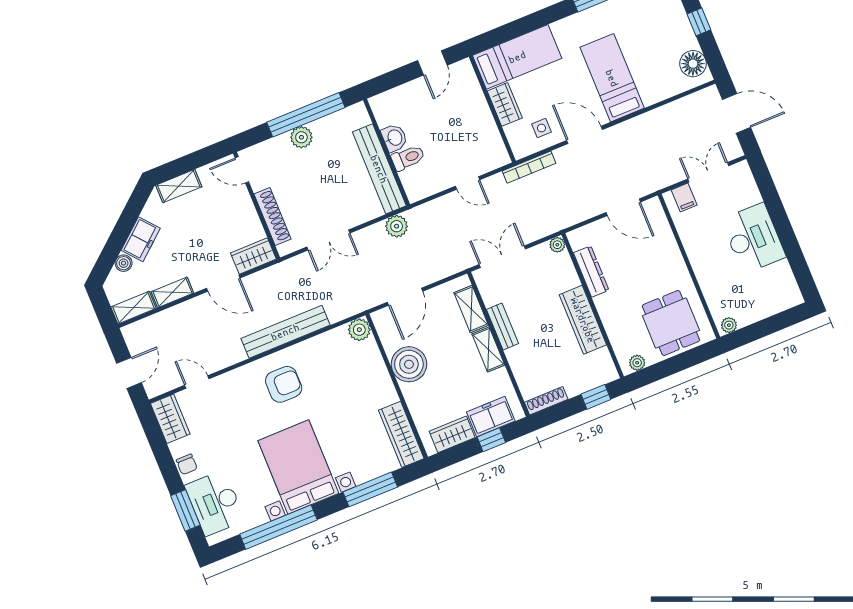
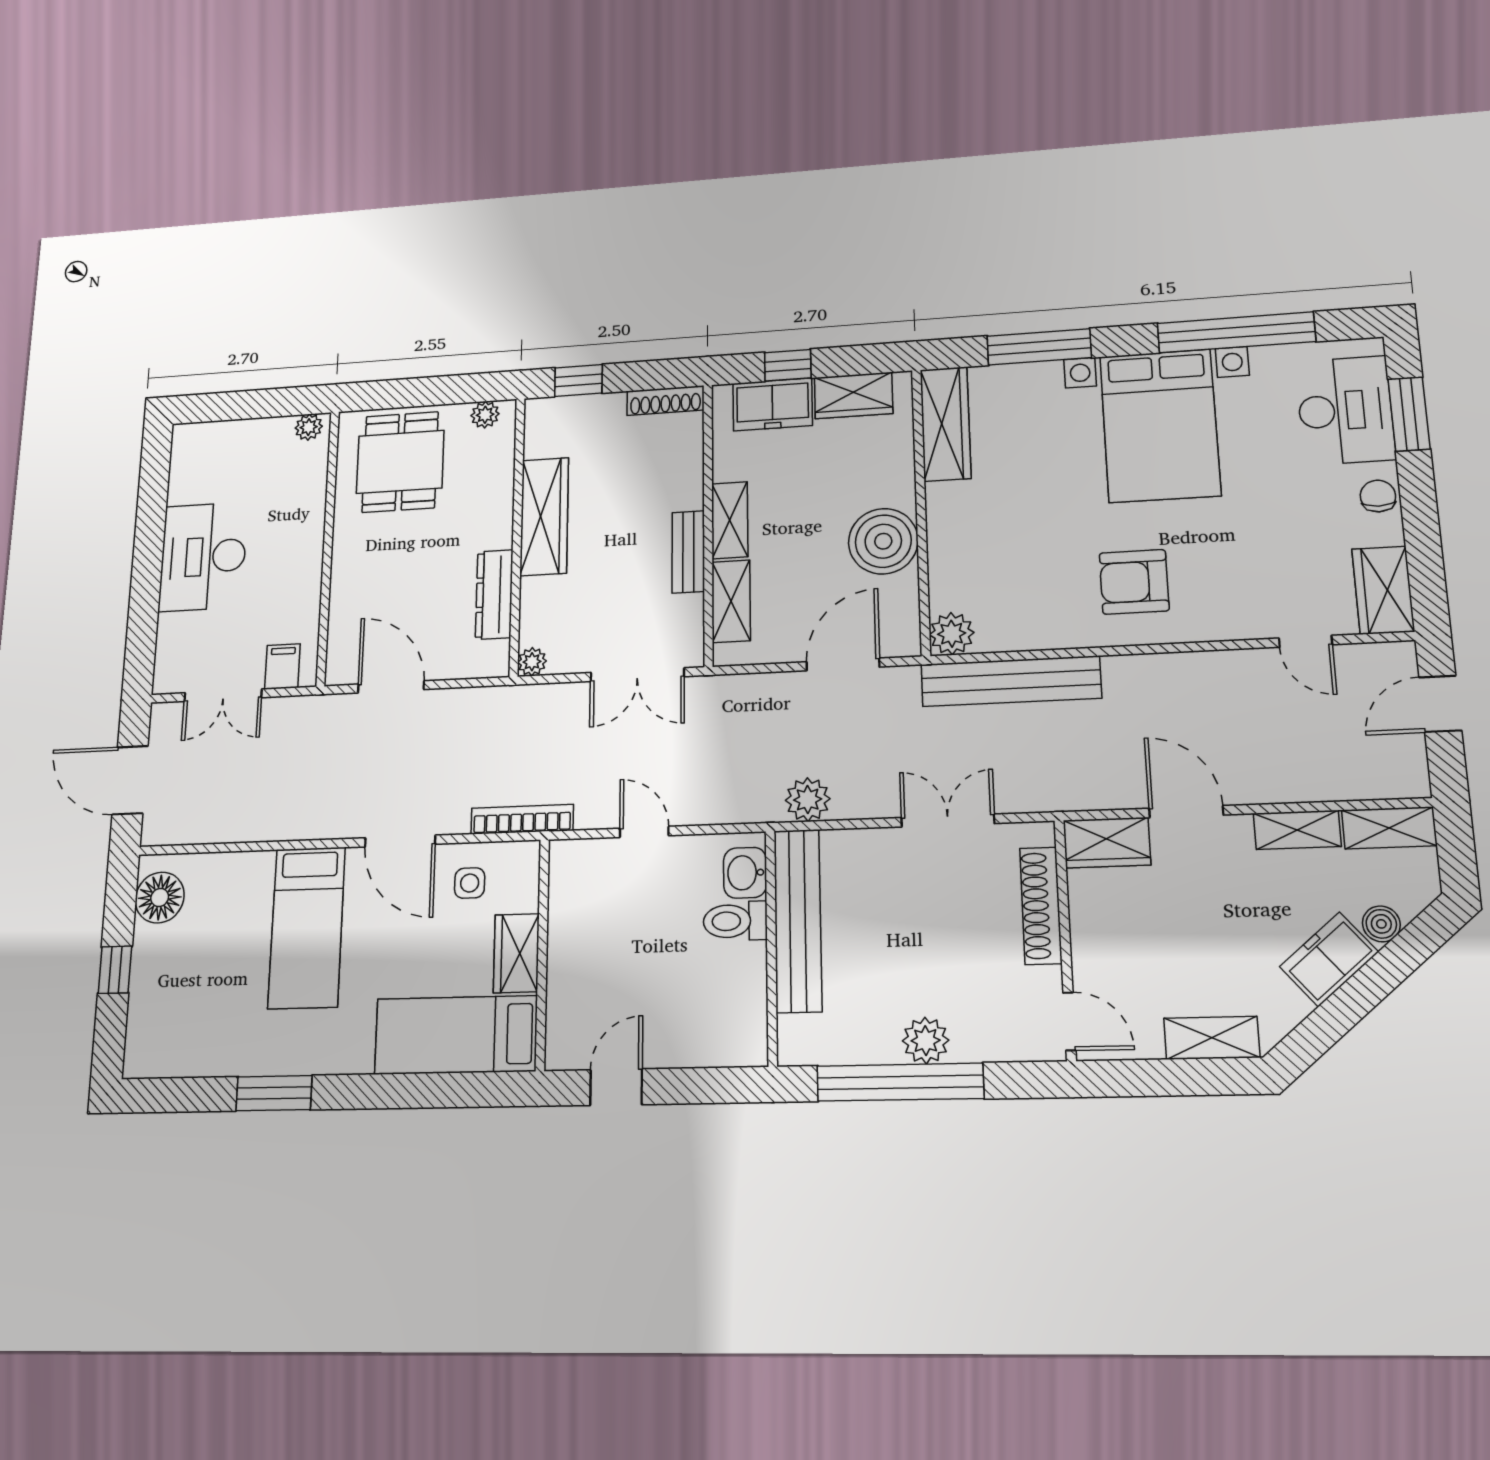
washbasin: (394, 138) -> (745, 873), moved
bench: (285, 332) -> (1011, 681), moved

